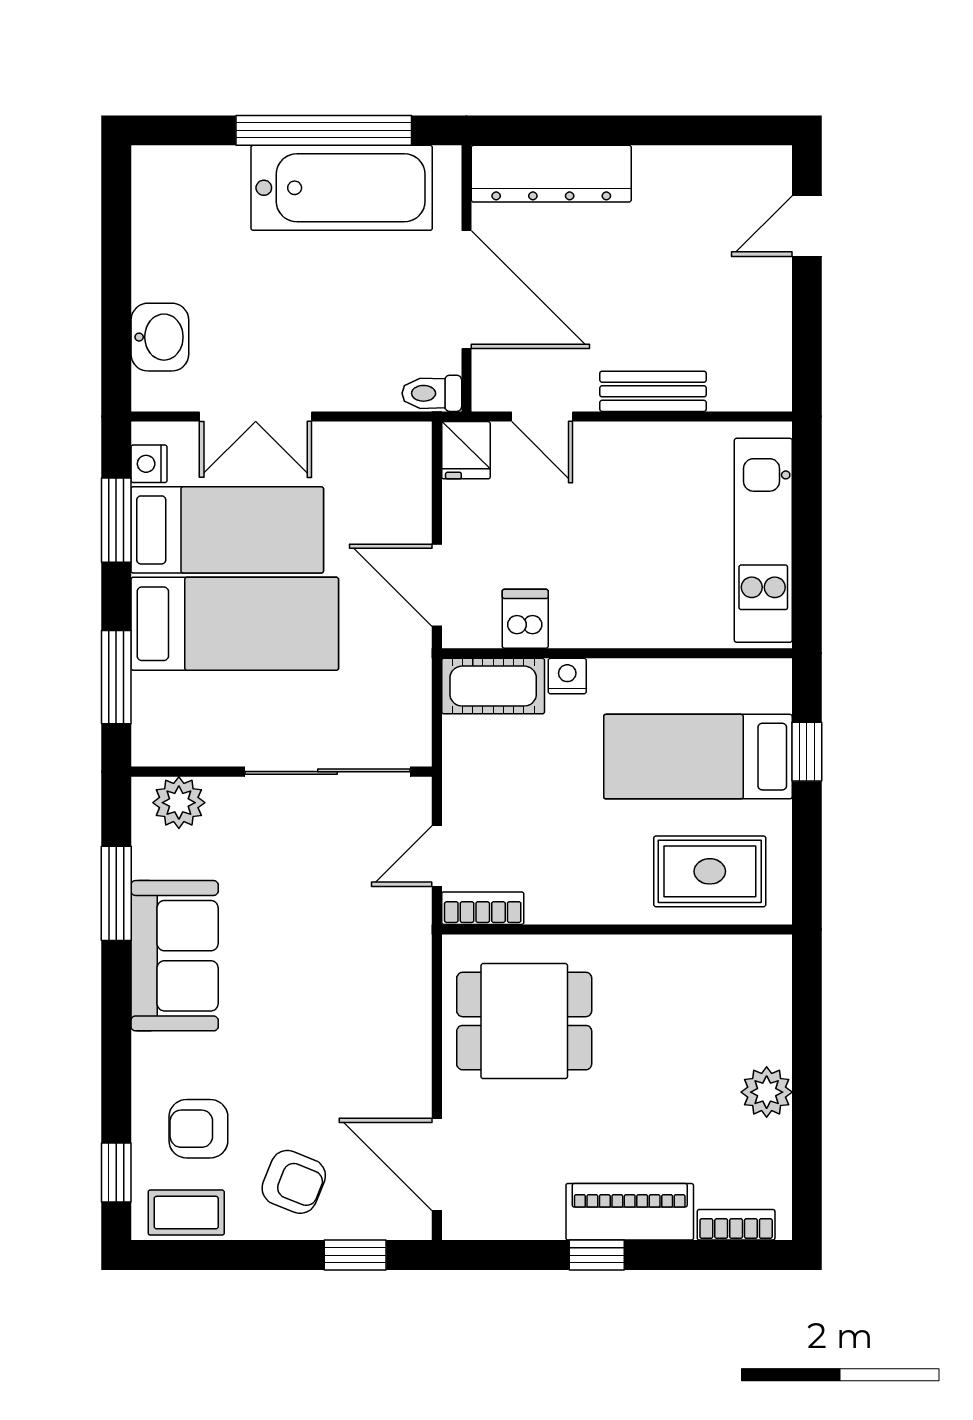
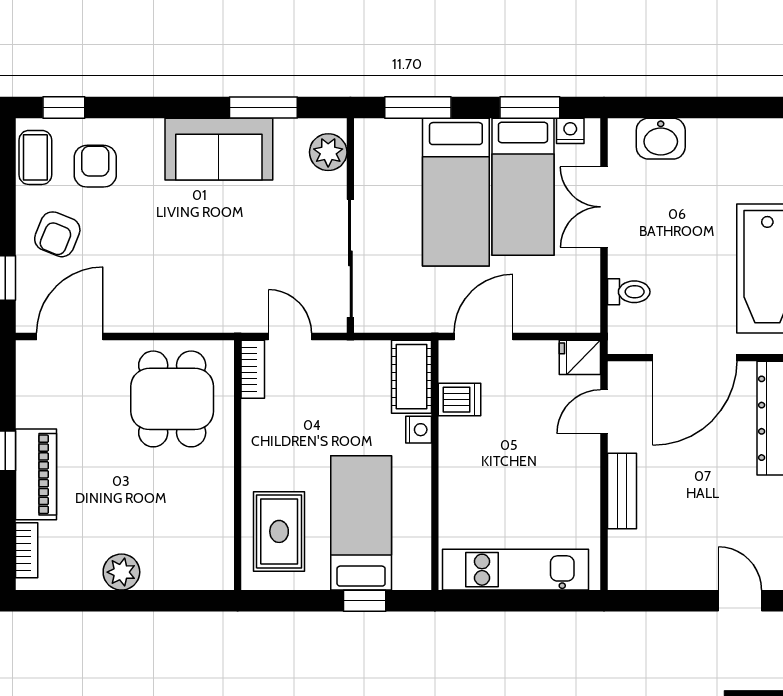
toilet: (432, 393) -> (629, 292), moved, turned 90

